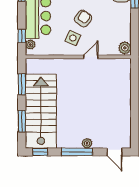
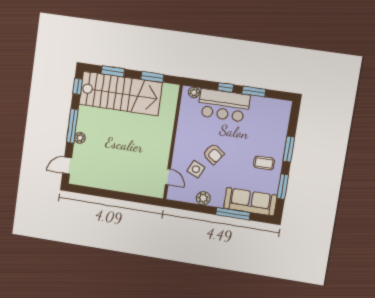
window: (22, 36) -> (226, 87), moved
side table: (73, 38) -> (196, 169), moved
plant: (125, 48) -> (203, 198), moved
door: (91, 57) -> (168, 177), moved

